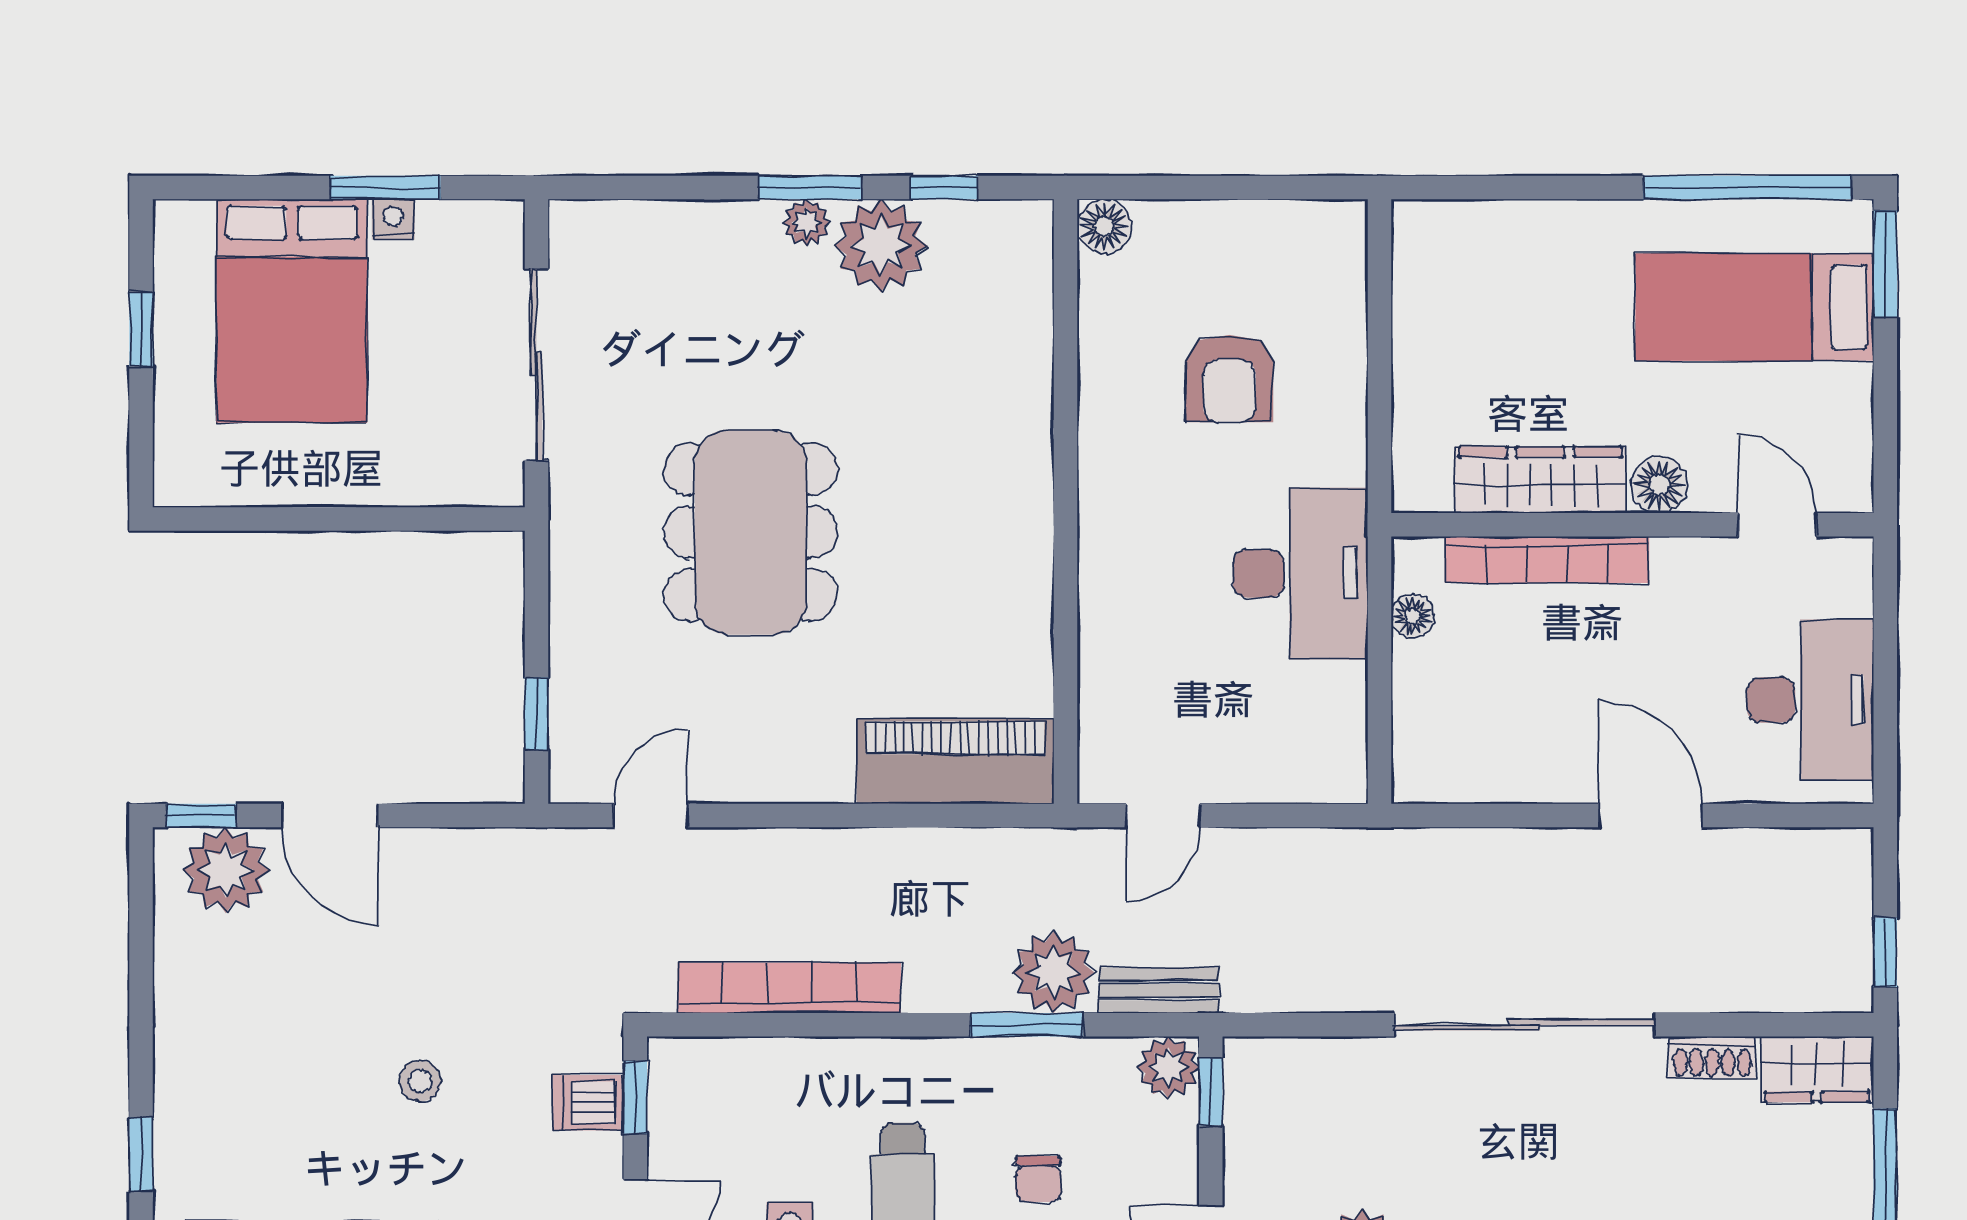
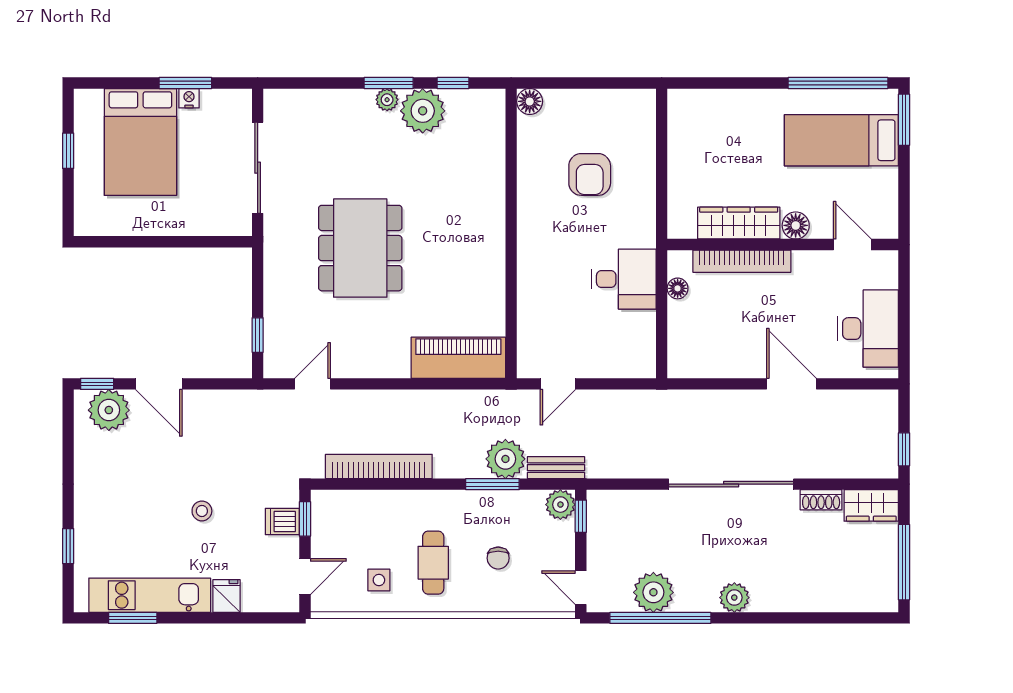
desk: (1300, 573) -> (624, 279), width x0.73

